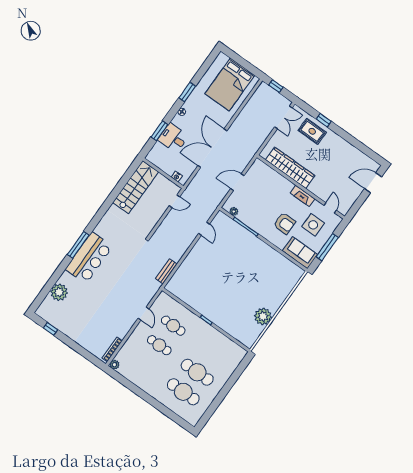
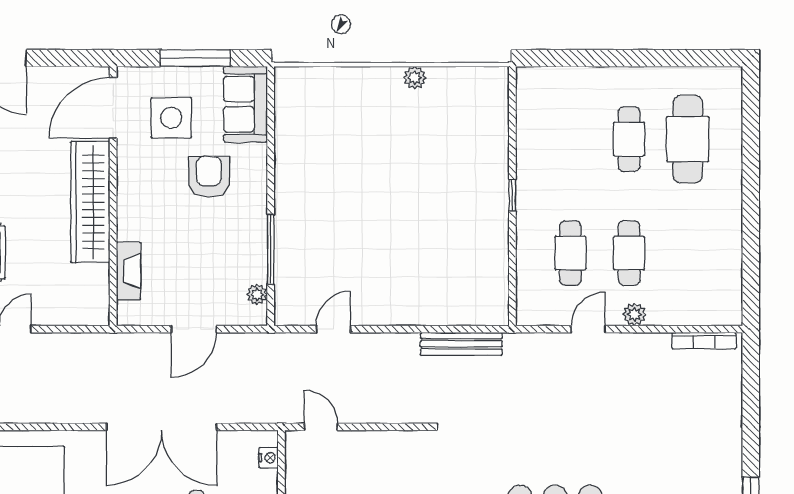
wardrobe: (290, 168) -> (90, 202), moved
door: (237, 182) -> (194, 329), hinge flipped
fireplace: (303, 196) -> (129, 271), moved
door: (330, 208) -> (113, 108), width x1.88
bench: (166, 271) -> (461, 344), width x1.36
plant: (263, 316) -> (415, 78), width x0.53, depth x0.53
plant: (115, 365) -> (634, 314), moved
cafe table: (197, 372) -> (629, 139), width x0.73, depth x0.74

